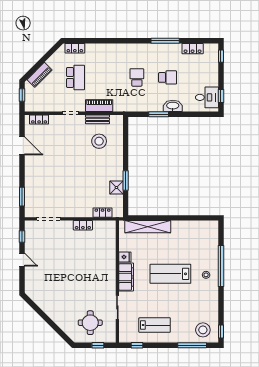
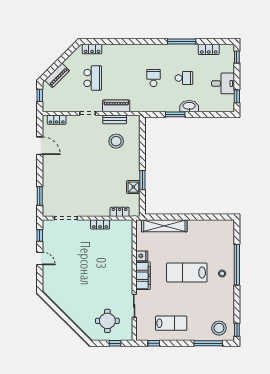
desk: (207, 97) -> (223, 83), moved

